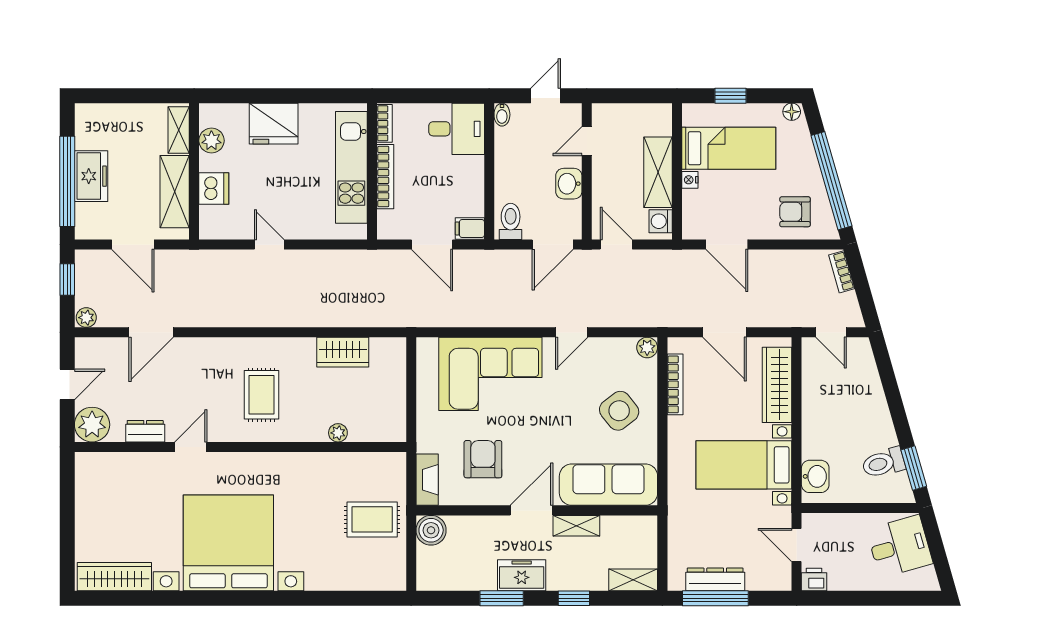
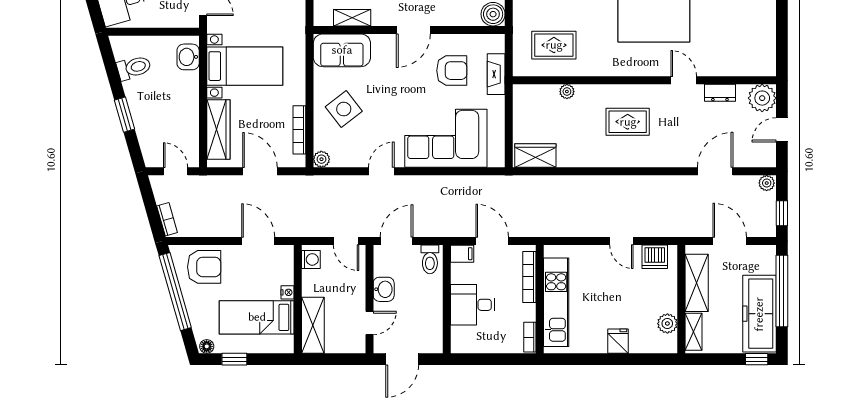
window: (99, 96) -> (757, 359), added
door: (545, 96) -> (402, 359), width x1.38
window: (730, 96) -> (234, 359), moved
bidet: (502, 115) -> (437, 344), removed
fridge: (274, 124) -> (618, 341), width x0.53, depth x0.75
desk: (457, 129) -> (473, 305), moved
shelving: (658, 172) -> (313, 325), moved
freezer: (91, 176) -> (759, 314), width x1.91, depth x1.26
bookcase: (385, 177) -> (529, 277), moved
dishwasher: (214, 189) -> (655, 257), moved, turned -90
armchair: (795, 212) -> (204, 267), width x1.38, depth x1.38
wardrobe: (343, 352) -> (535, 156), moved
rug: (261, 395) -> (628, 122), turned 90
door: (191, 447) -> (684, 80), swing flipped
armchair: (483, 459) -> (452, 71), turned -90
window: (914, 468) -> (125, 115), moved
fireplace: (427, 480) -> (496, 74), moved
sofa: (608, 485) -> (342, 50), width x0.73
rug: (372, 519) -> (554, 45), moved
shelving: (576, 526) -> (352, 18), moved

